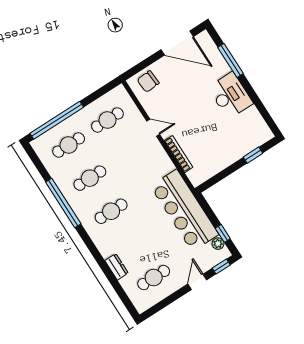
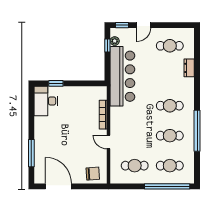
desk: (230, 95) -> (46, 101), moved

